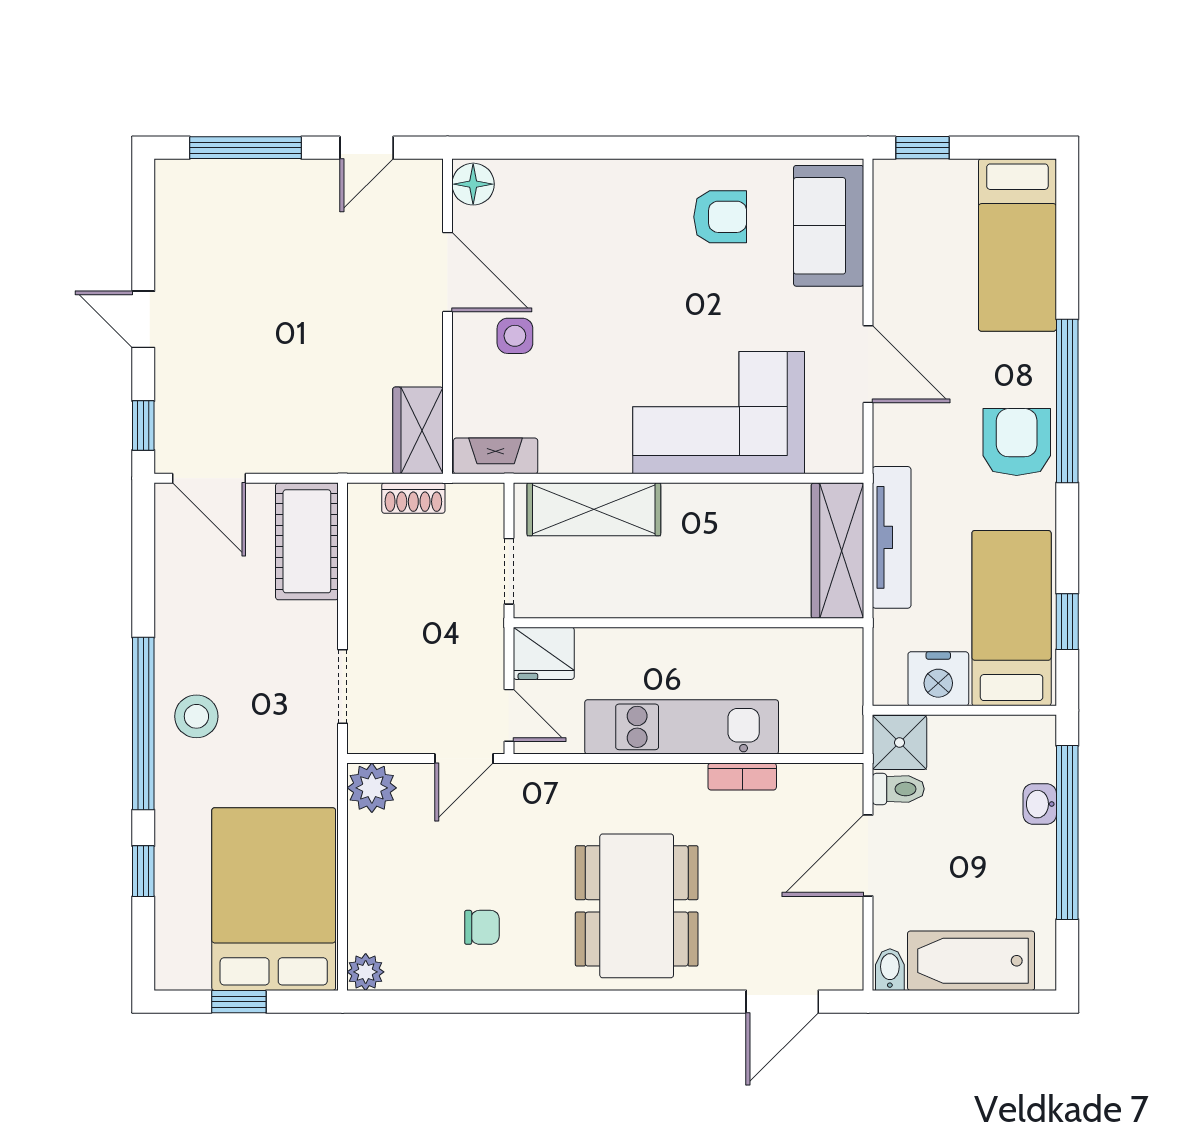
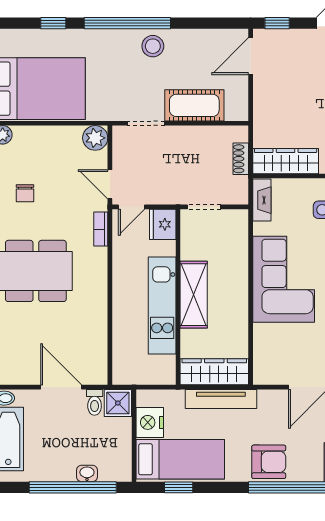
corner sofa: (719, 413) -> (284, 279), moved
wardrobe: (418, 430) -> (286, 161), width x1.50
shelving: (594, 509) -> (194, 295), moved
cot: (307, 541) -> (194, 105), moved
stool: (196, 716) -> (153, 46), moved
kitchen unit: (682, 727) -> (162, 306), moved, turned 180
bookcase: (742, 777) -> (101, 229), moved

